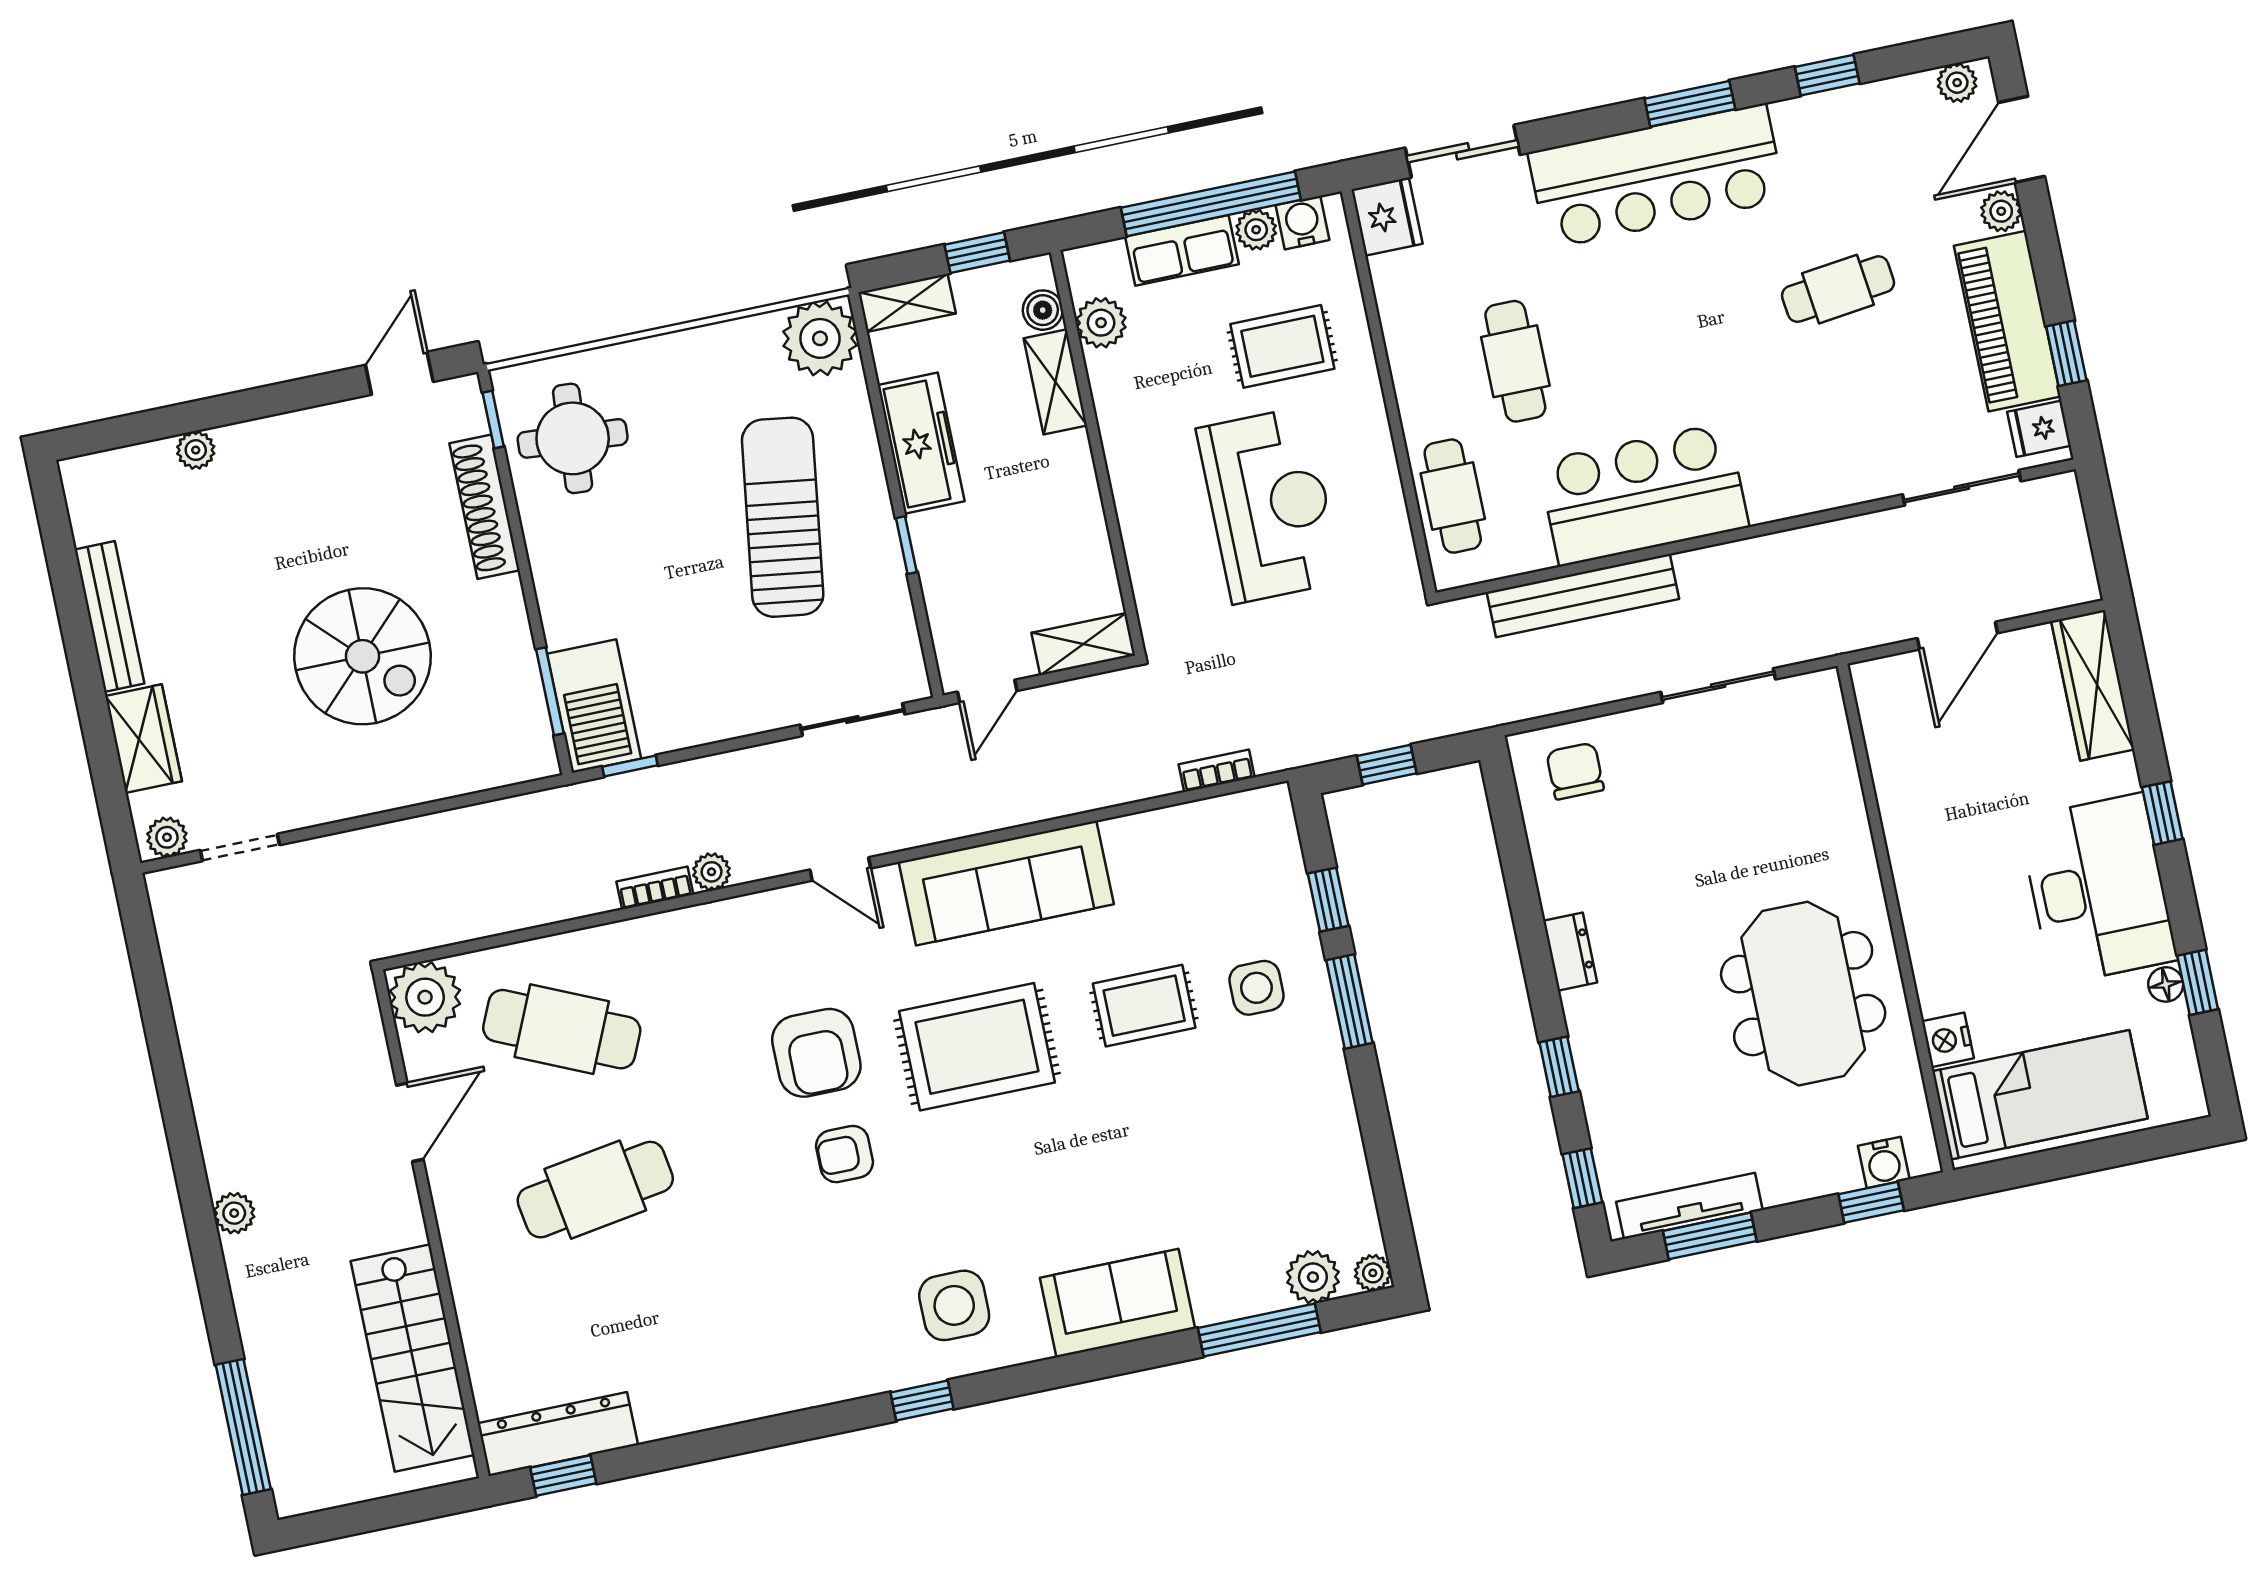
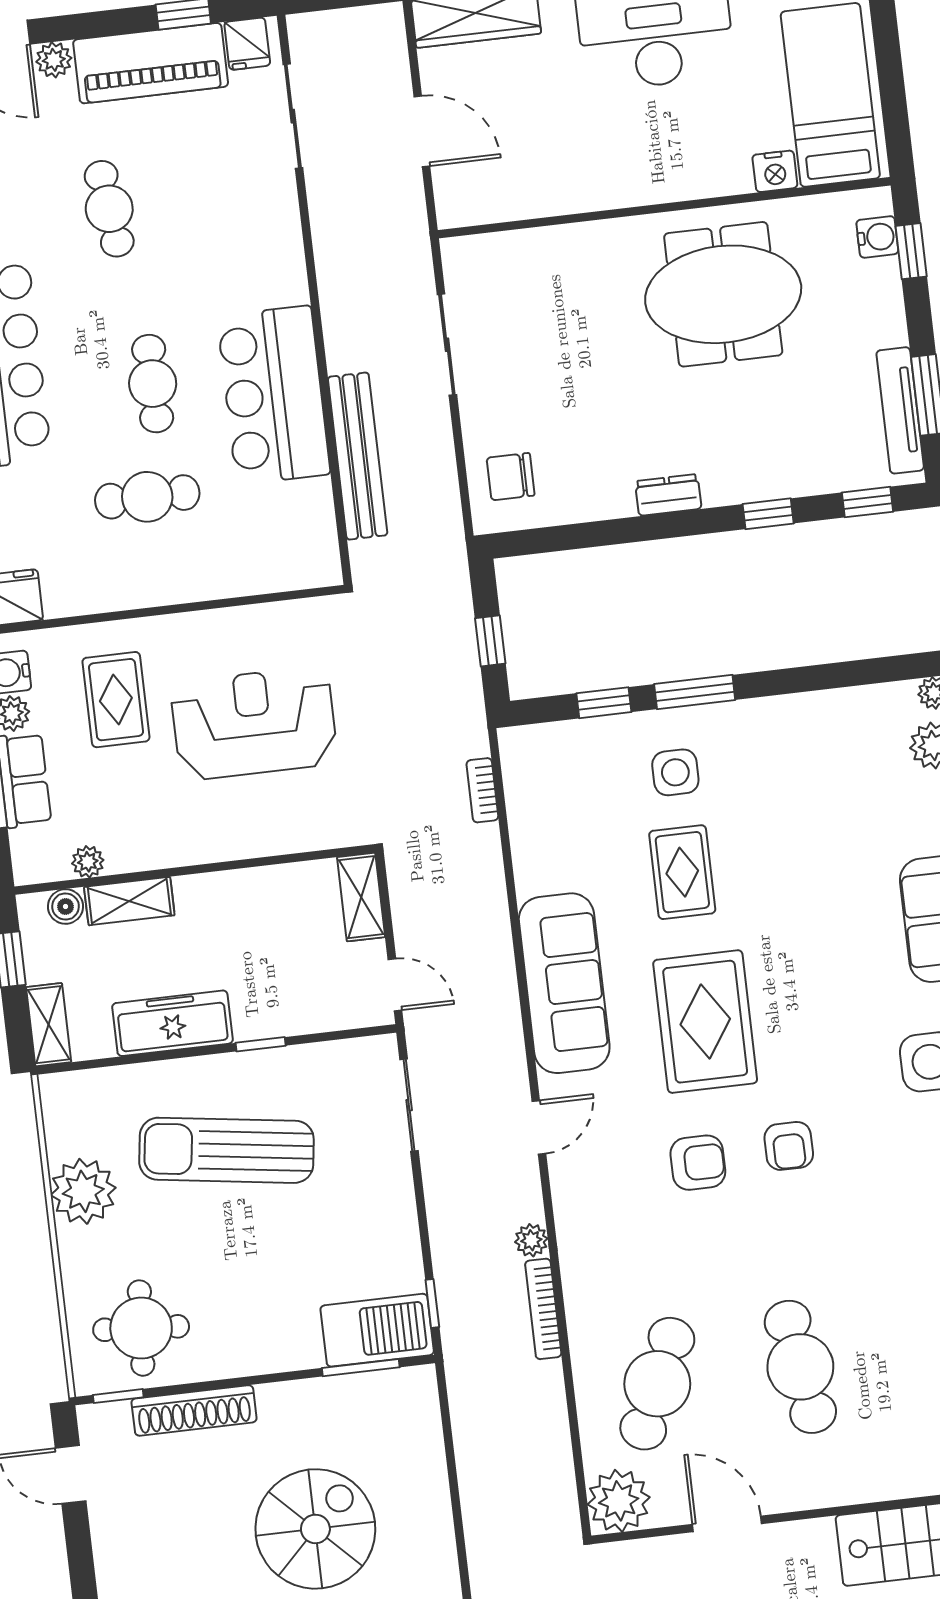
plant: (1101, 323) -> (88, 862), width x0.73, depth x0.73
plant: (820, 338) -> (83, 1191), moved
cafe table: (1453, 496) -> (153, 384), moved, turned 90
bookcase: (655, 888) -> (543, 1309), width x1.56
armchair: (816, 1053) -> (698, 1163), width x0.72, depth x0.72

